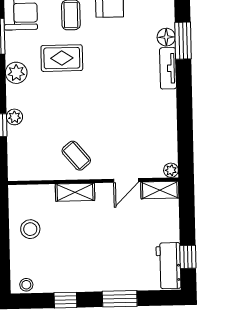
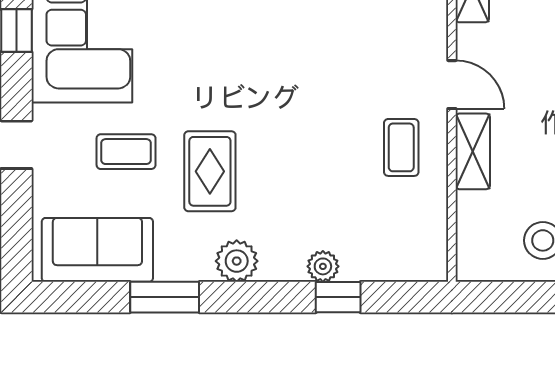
coffee table: (76, 156) -> (401, 147), turned -50
door: (126, 180) -> (452, 85), moved

